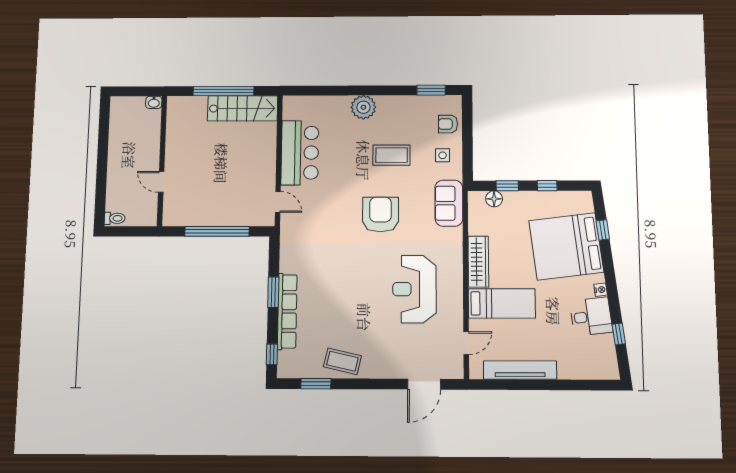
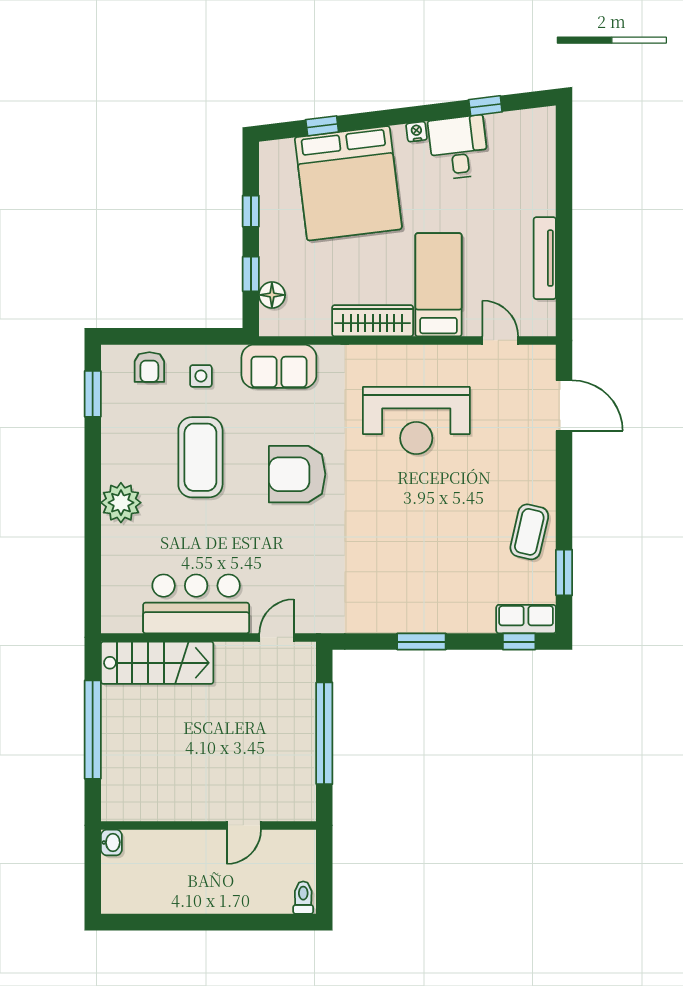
stairs: (243, 108) -> (157, 663), moved, turned 90
coffee table: (392, 155) -> (200, 457), width x1.36, depth x1.32
row of seats: (287, 311) -> (526, 619), moved, width x0.50
tv unit: (520, 370) -> (545, 258), width x0.73, depth x0.78

